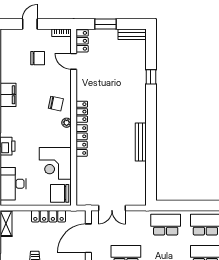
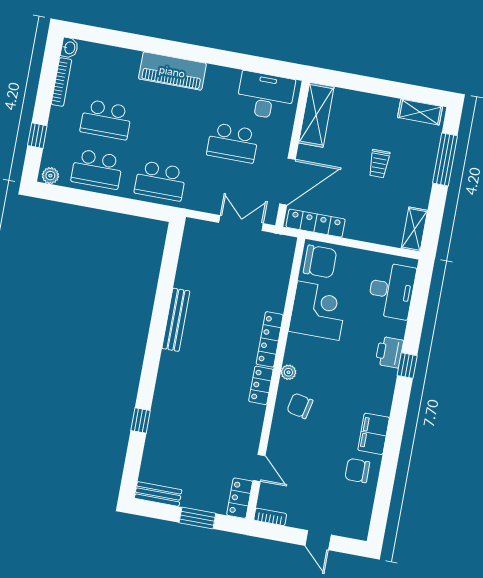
door: (30, 24) -> (318, 540), hinge flipped
chair: (38, 58) -> (357, 471), moved
locker: (48, 216) -> (316, 223), moved

